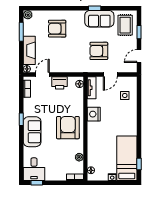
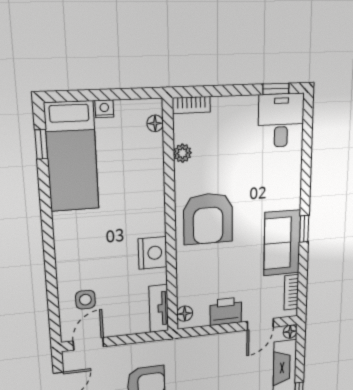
door: (110, 74) -> (88, 344), moved
sofa: (32, 132) -> (282, 243), moved

